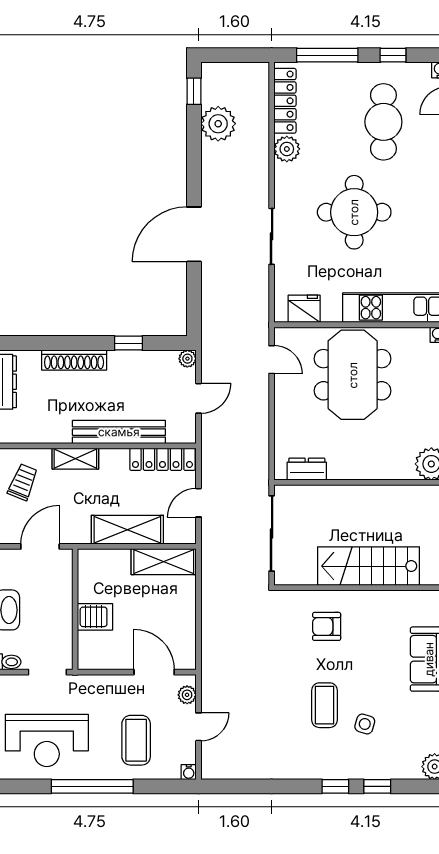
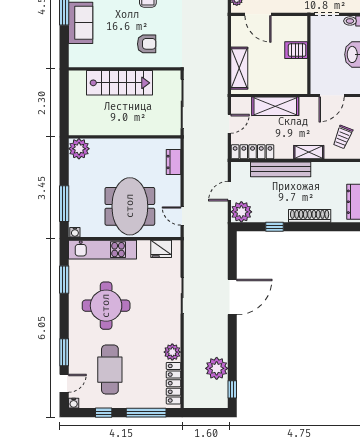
round table: (354, 212) -> (106, 306), moved
plant: (187, 359) -> (241, 212), width x1.87, depth x1.87
dresser: (307, 469) -> (174, 162), moved, turned 90
shelving: (164, 562) -> (239, 68), moved, turned 90

